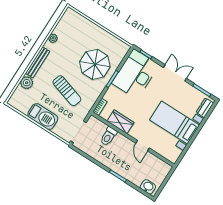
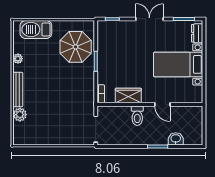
parasol: (95, 64) -> (76, 47), moved
desk: (135, 74) -> (114, 43), removed
sun lounger: (67, 91) -> (61, 98), removed
barbecue: (43, 116) -> (36, 30), moved, turned 180
toilet: (108, 136) -> (137, 116), moved
washbasin: (148, 187) -> (176, 139), moved

